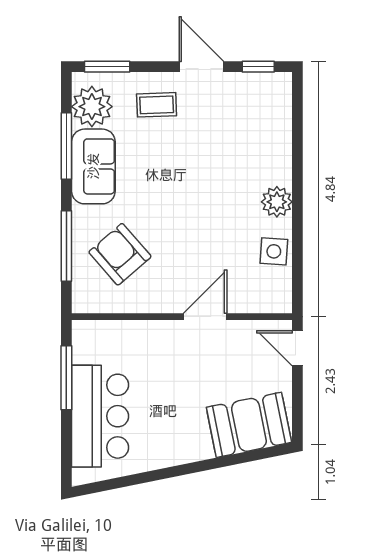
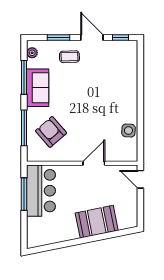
window: (107, 67) -> (59, 37), moved
plant: (92, 107) -> (32, 53), width x0.53, depth x0.53
plant: (277, 202) -> (130, 105), removed
bar counter: (100, 416) -> (41, 191), moved
booth: (249, 425) -> (97, 222), moved

